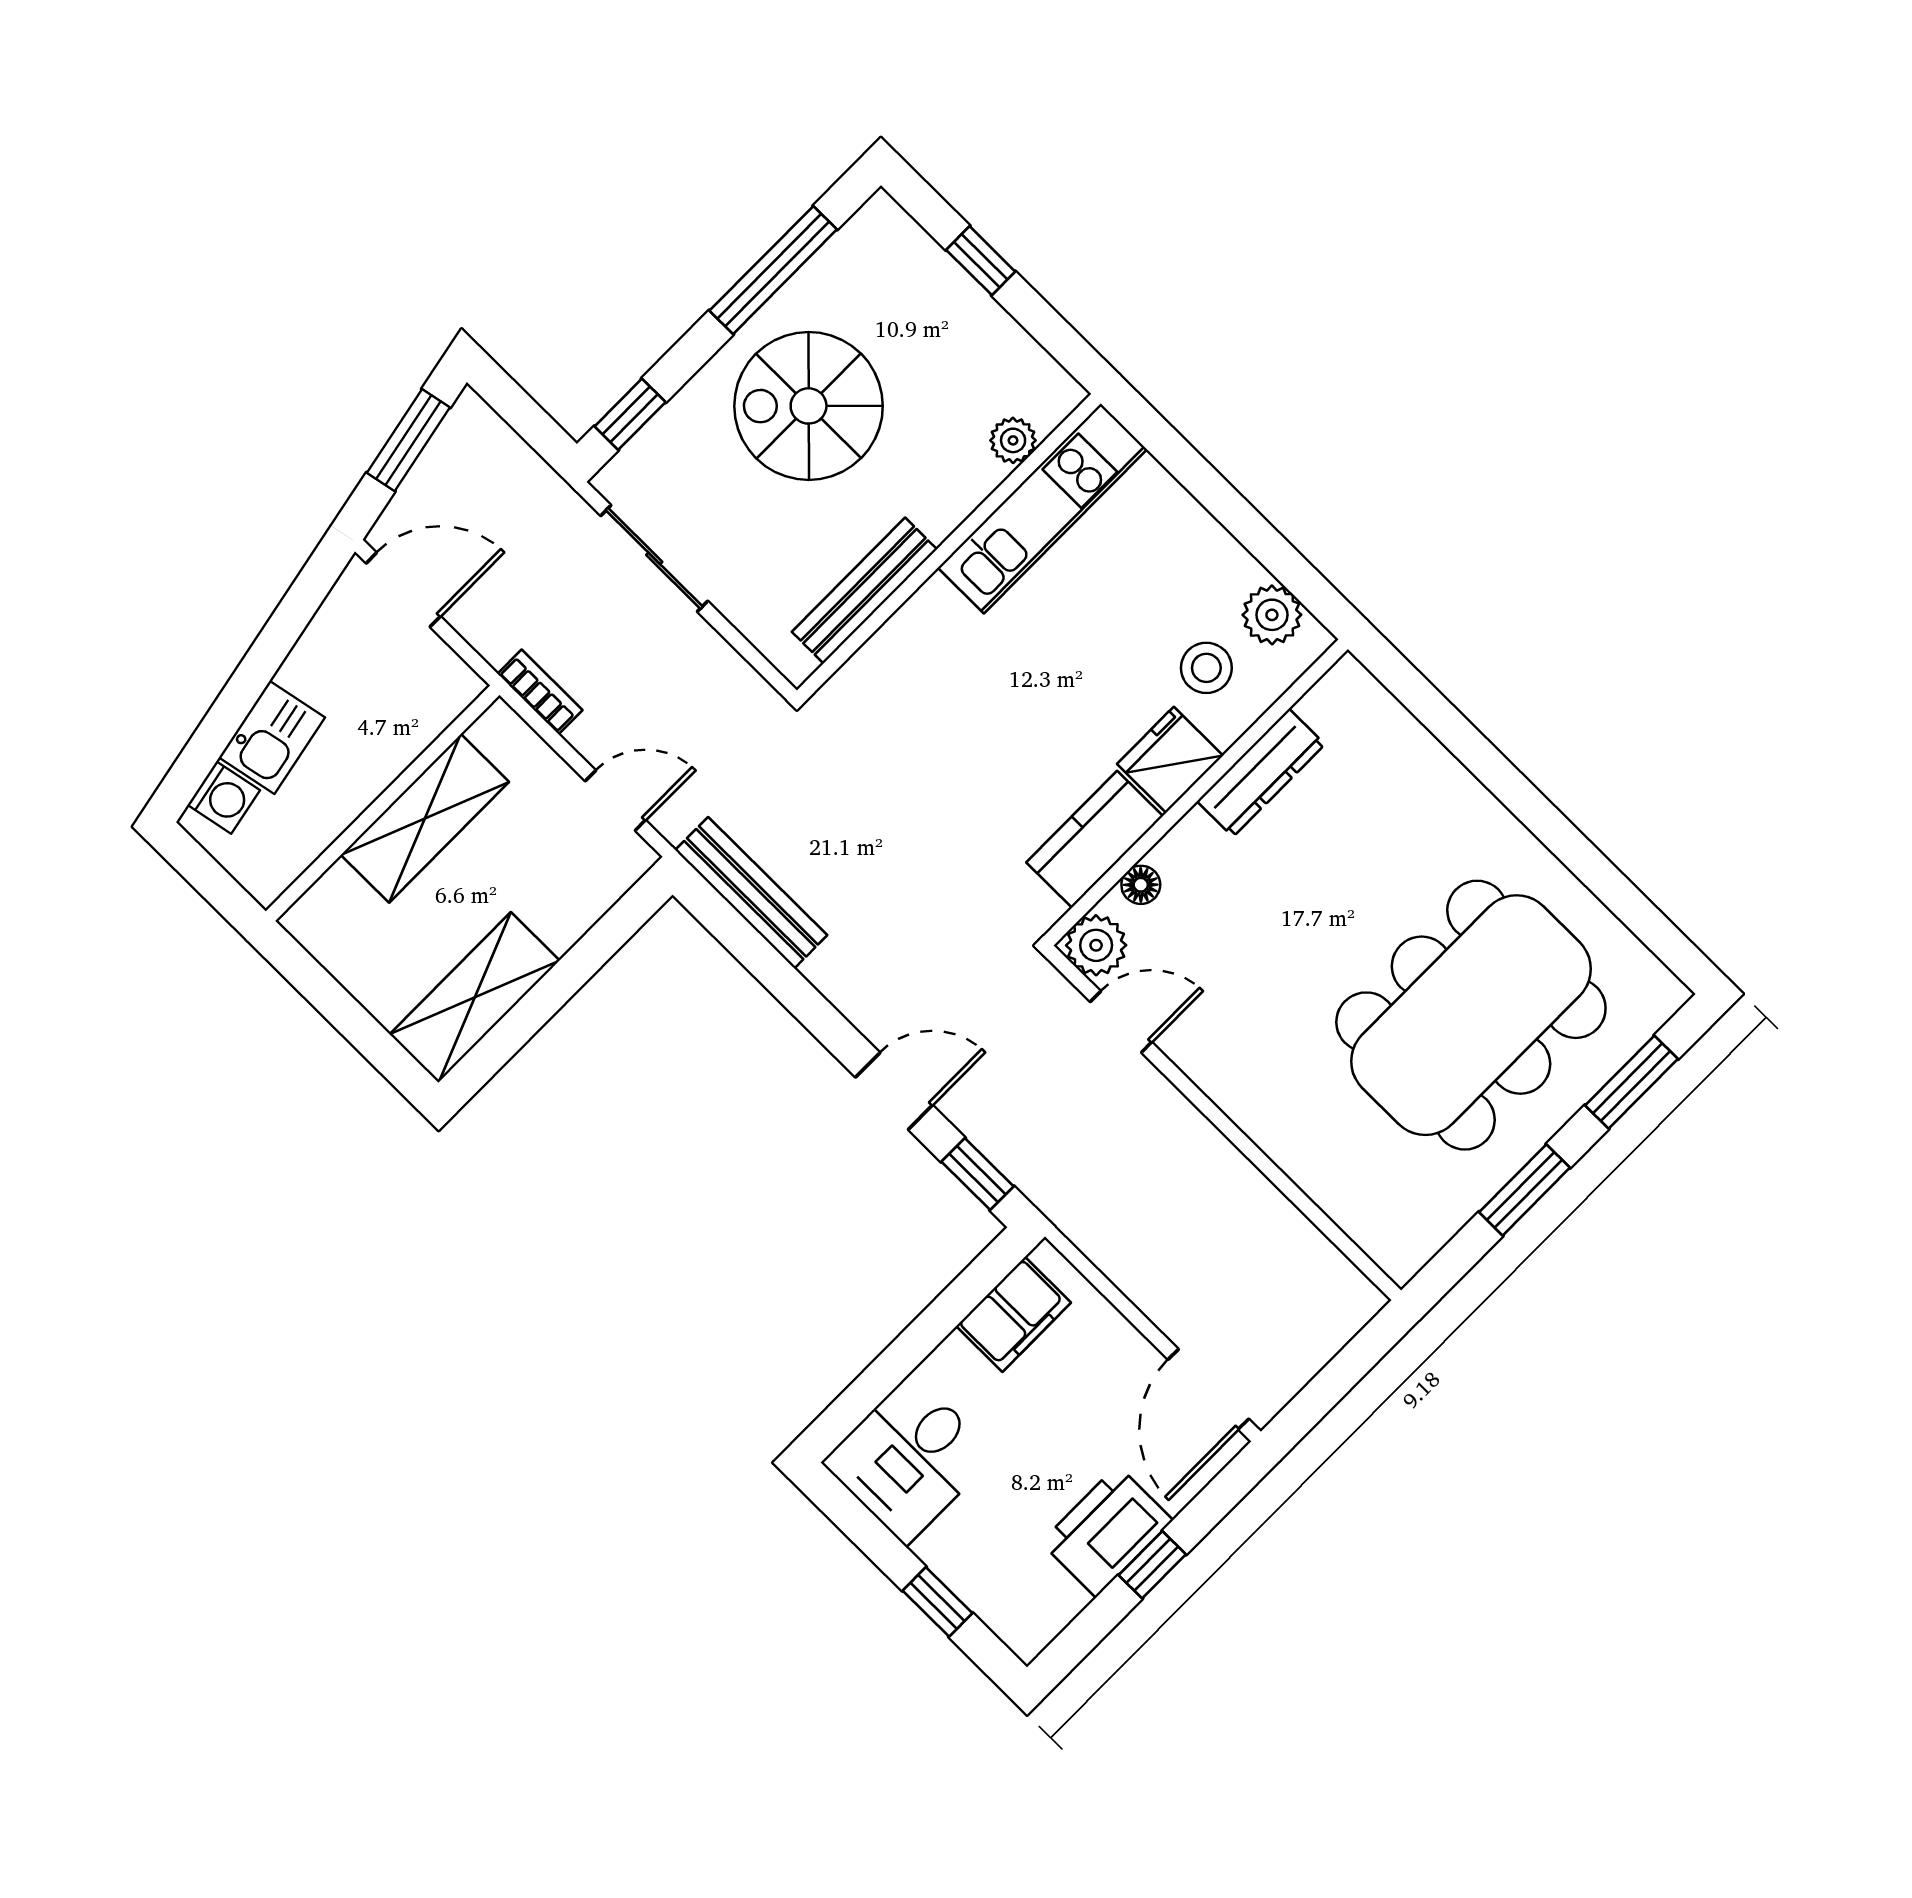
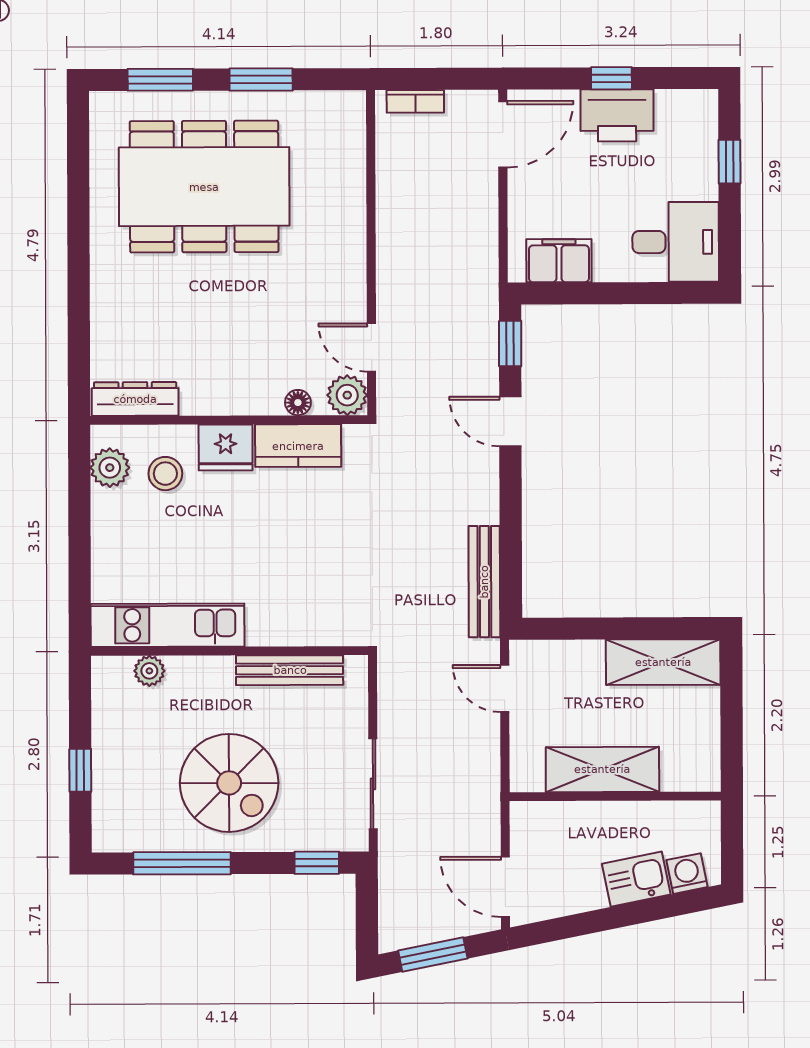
bookcase: (540, 692) -> (415, 101), moved, turned -90
dresser: (1261, 773) -> (135, 399), moved

